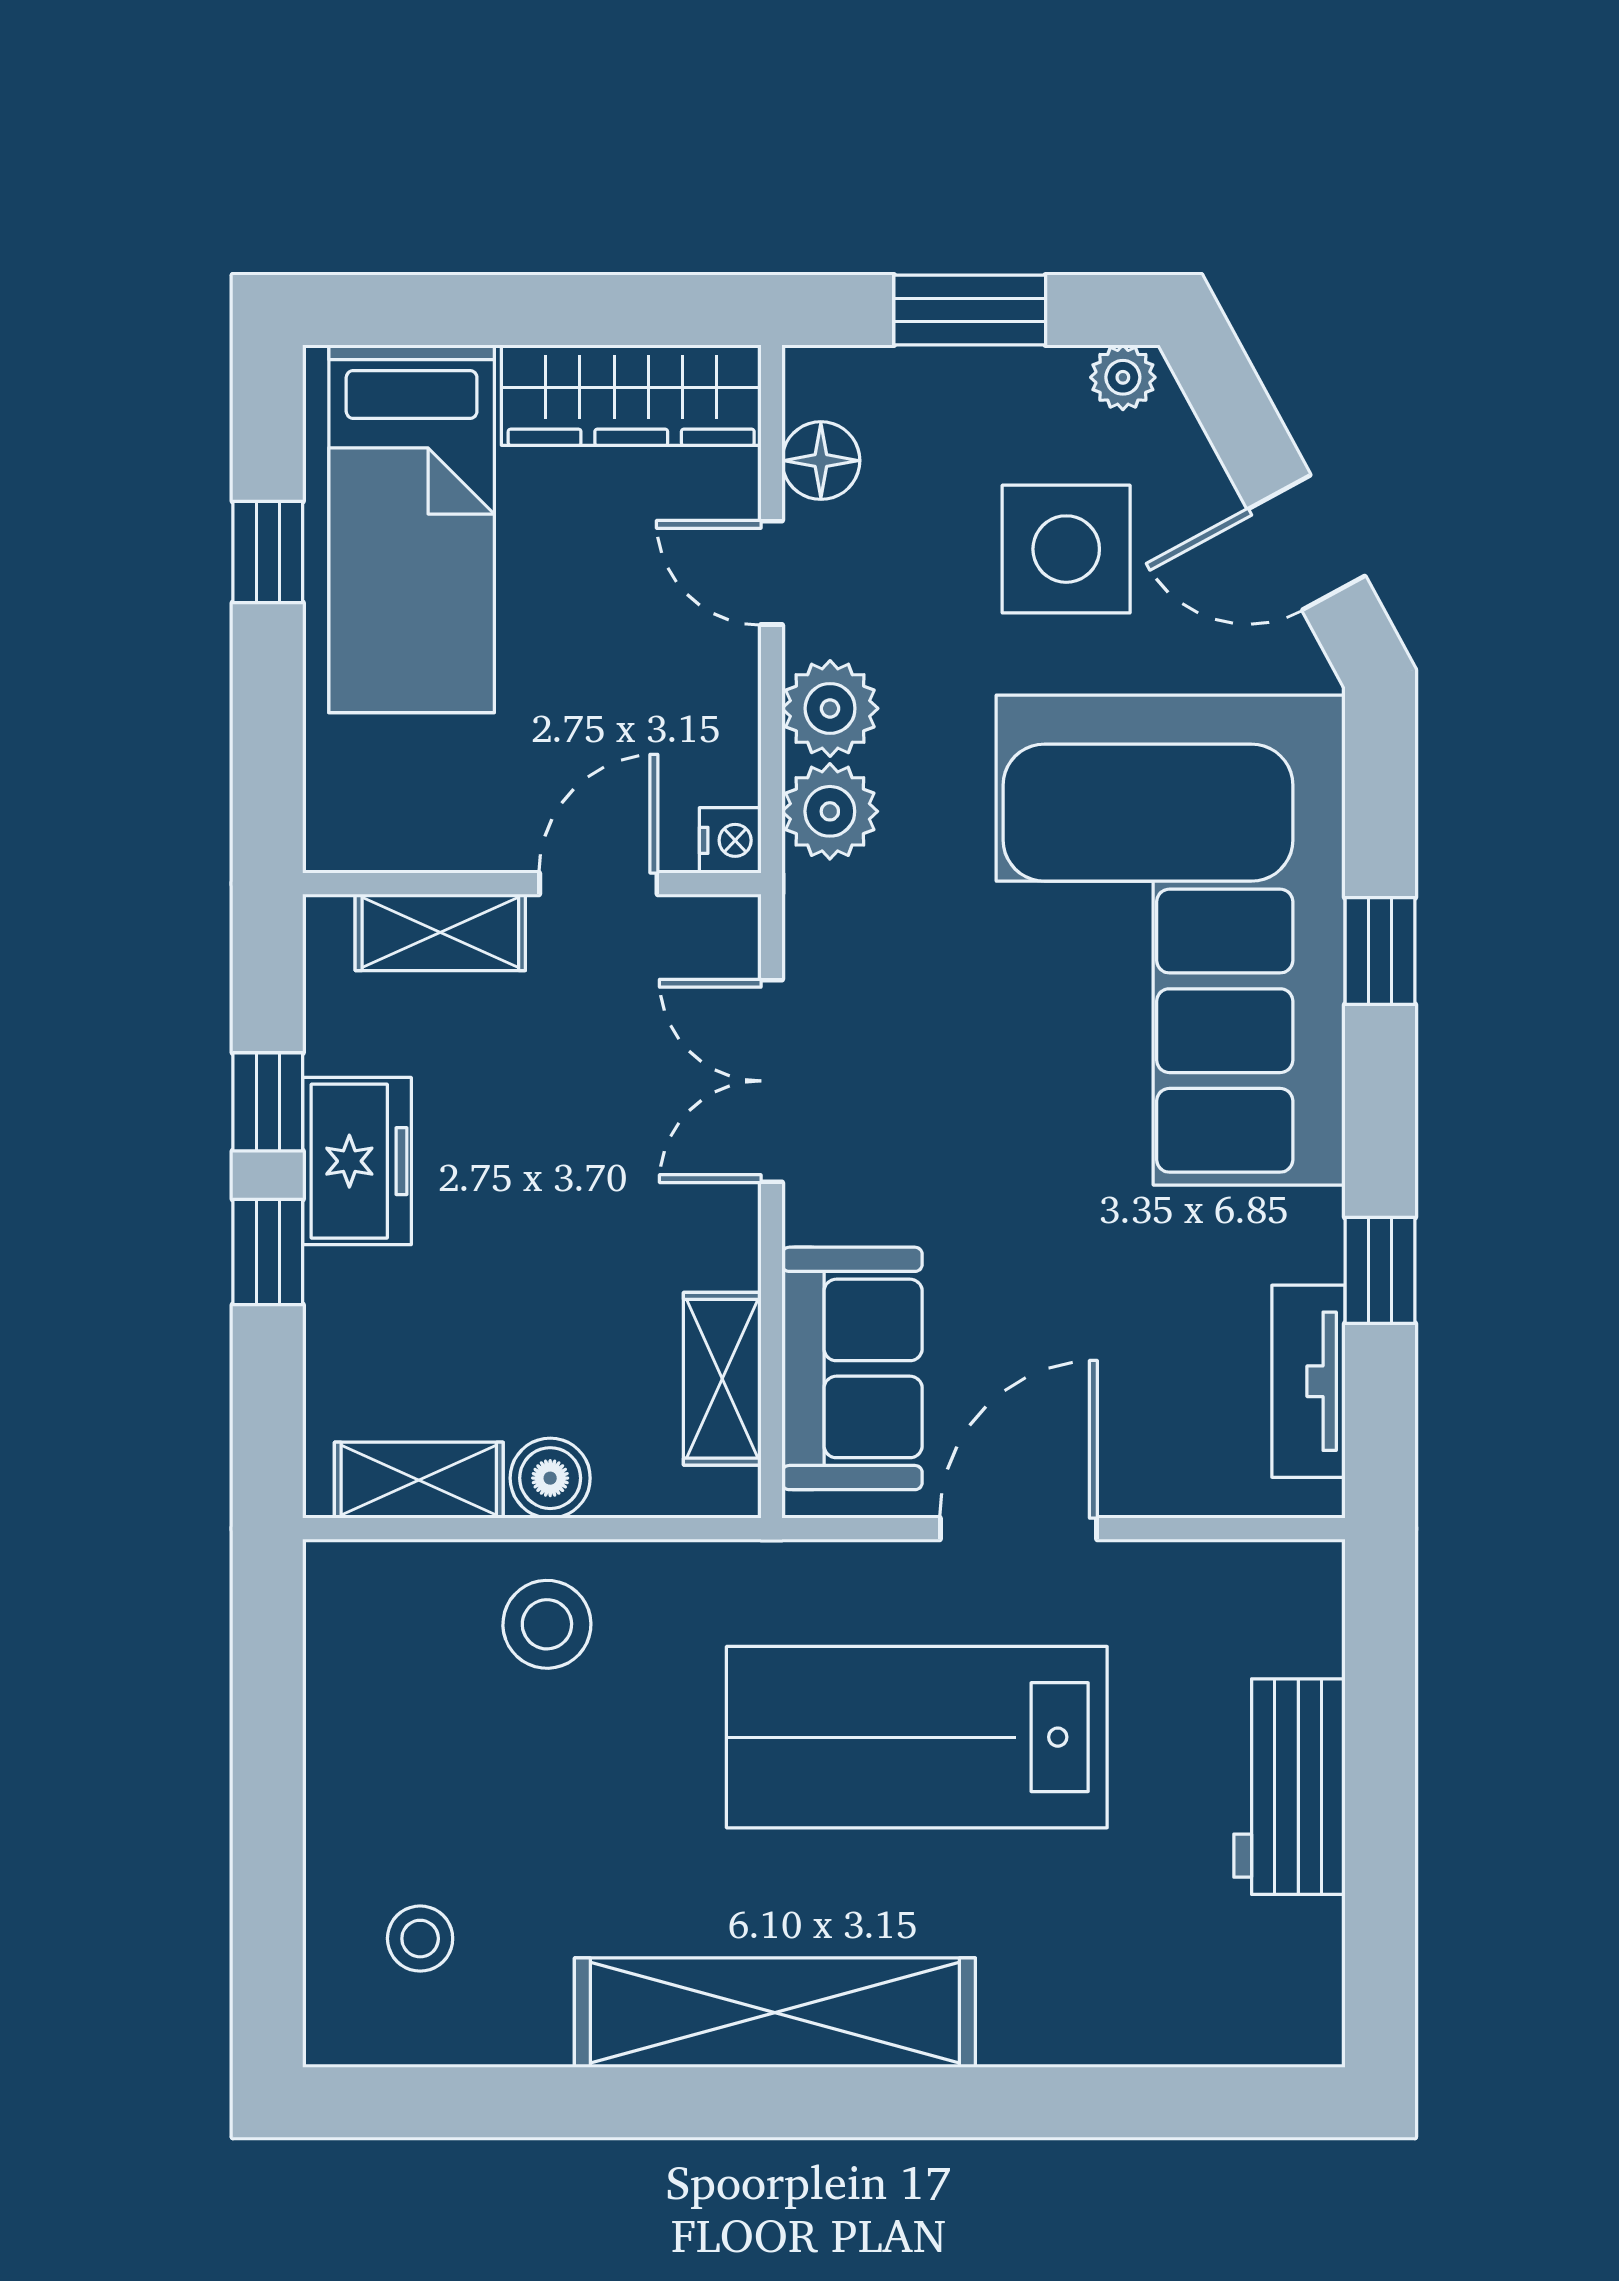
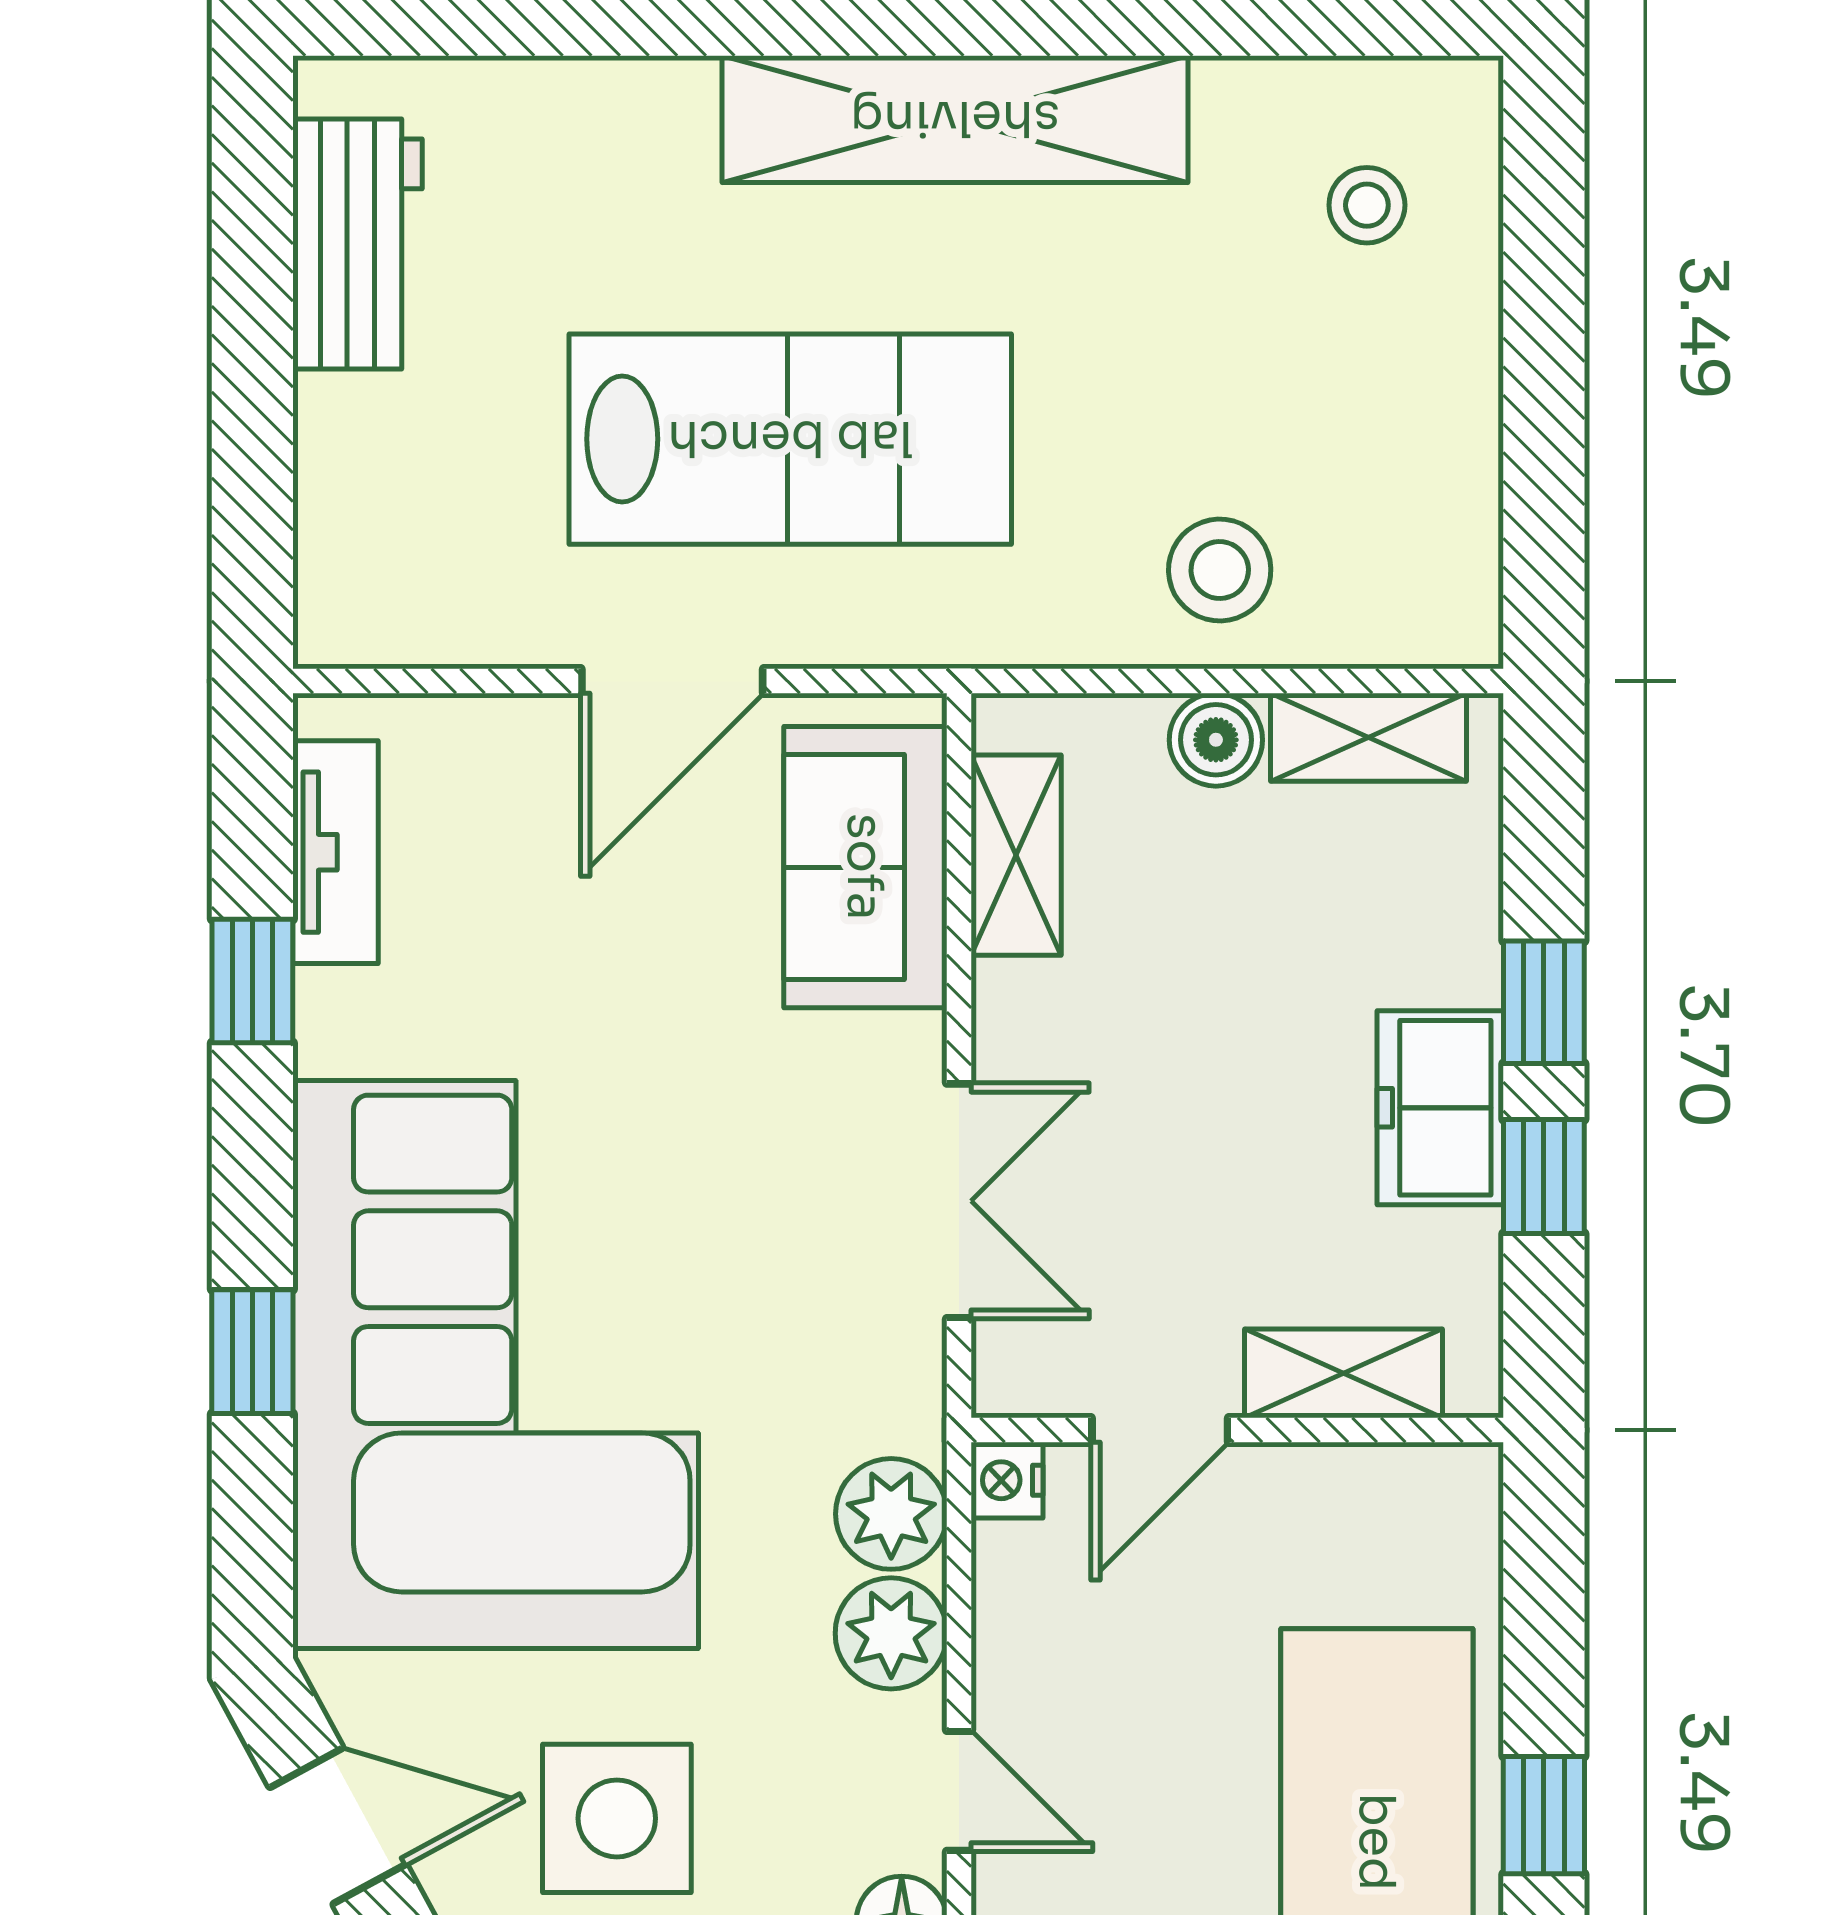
workbench: (1289, 1787) -> (358, 244), moved

